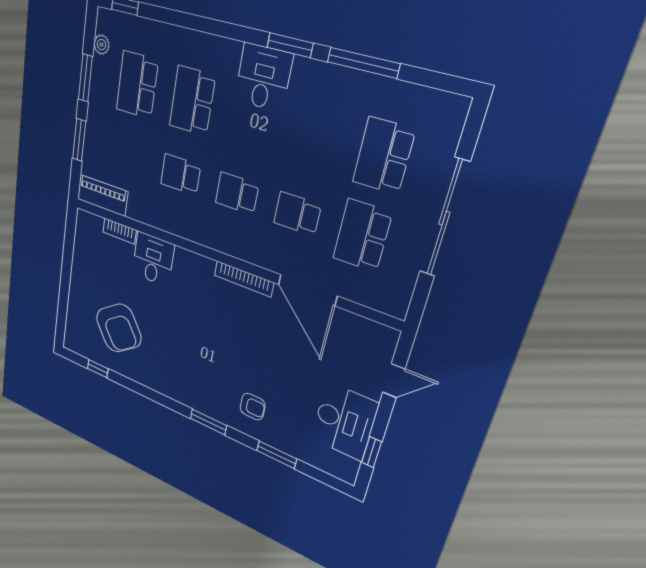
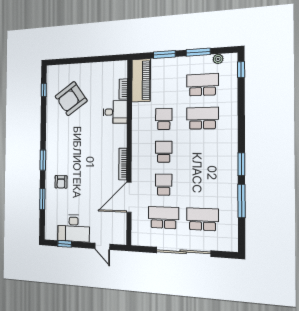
desk: (263, 78) -> (223, 154), removed
piano: (102, 195) -> (141, 80), width x1.37, depth x1.33

